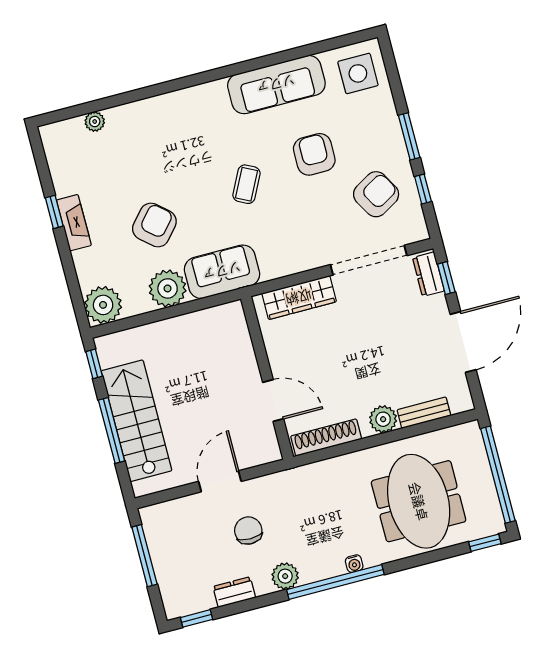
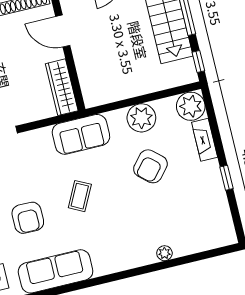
plant: (95, 122) -> (164, 253), moved
fireplace: (74, 223) -> (205, 140), moved
sofa: (222, 272) -> (81, 134), moved
wardrobe: (299, 298) -> (62, 87), moved, turned -90

